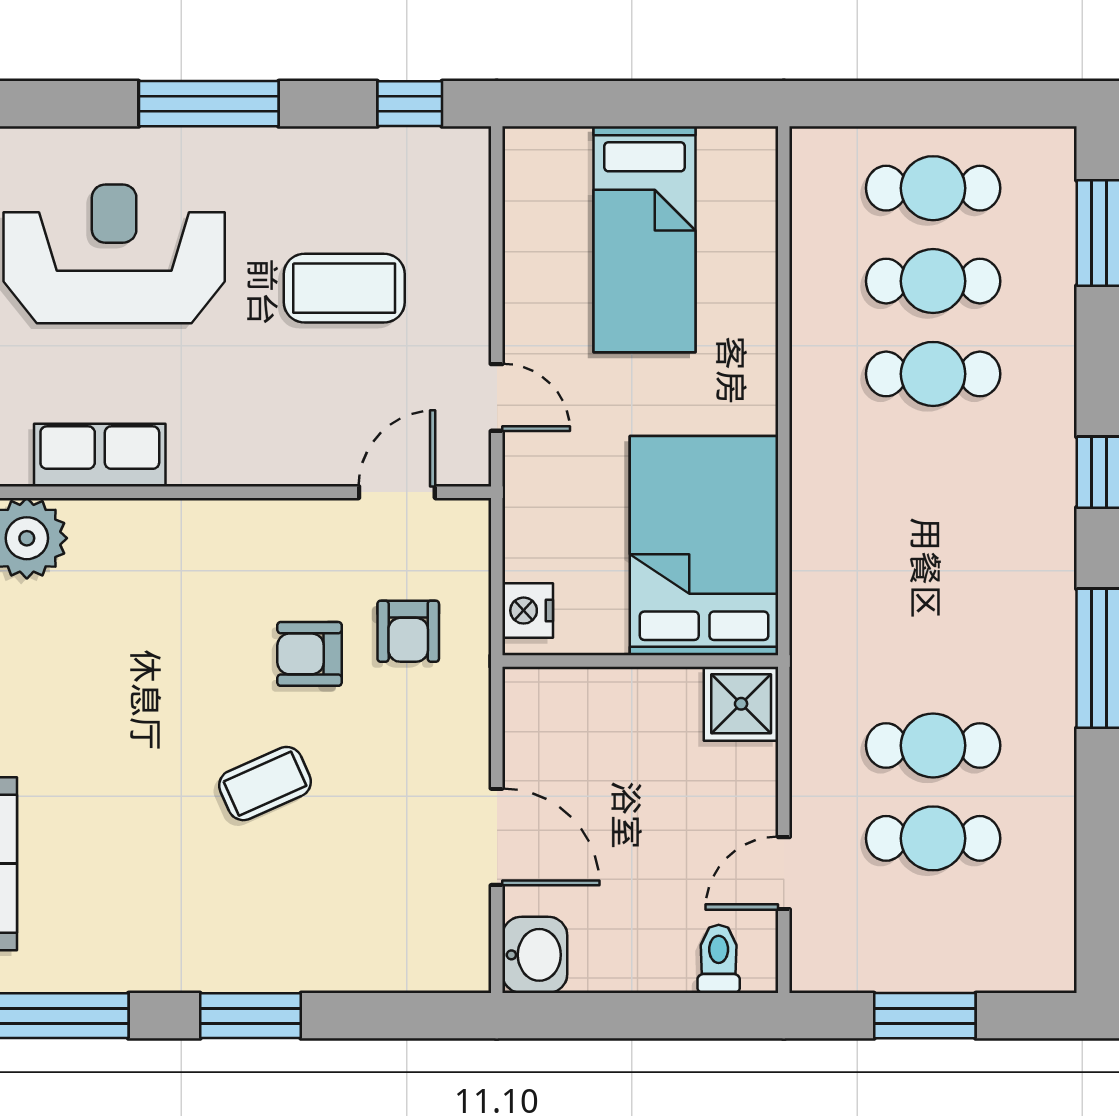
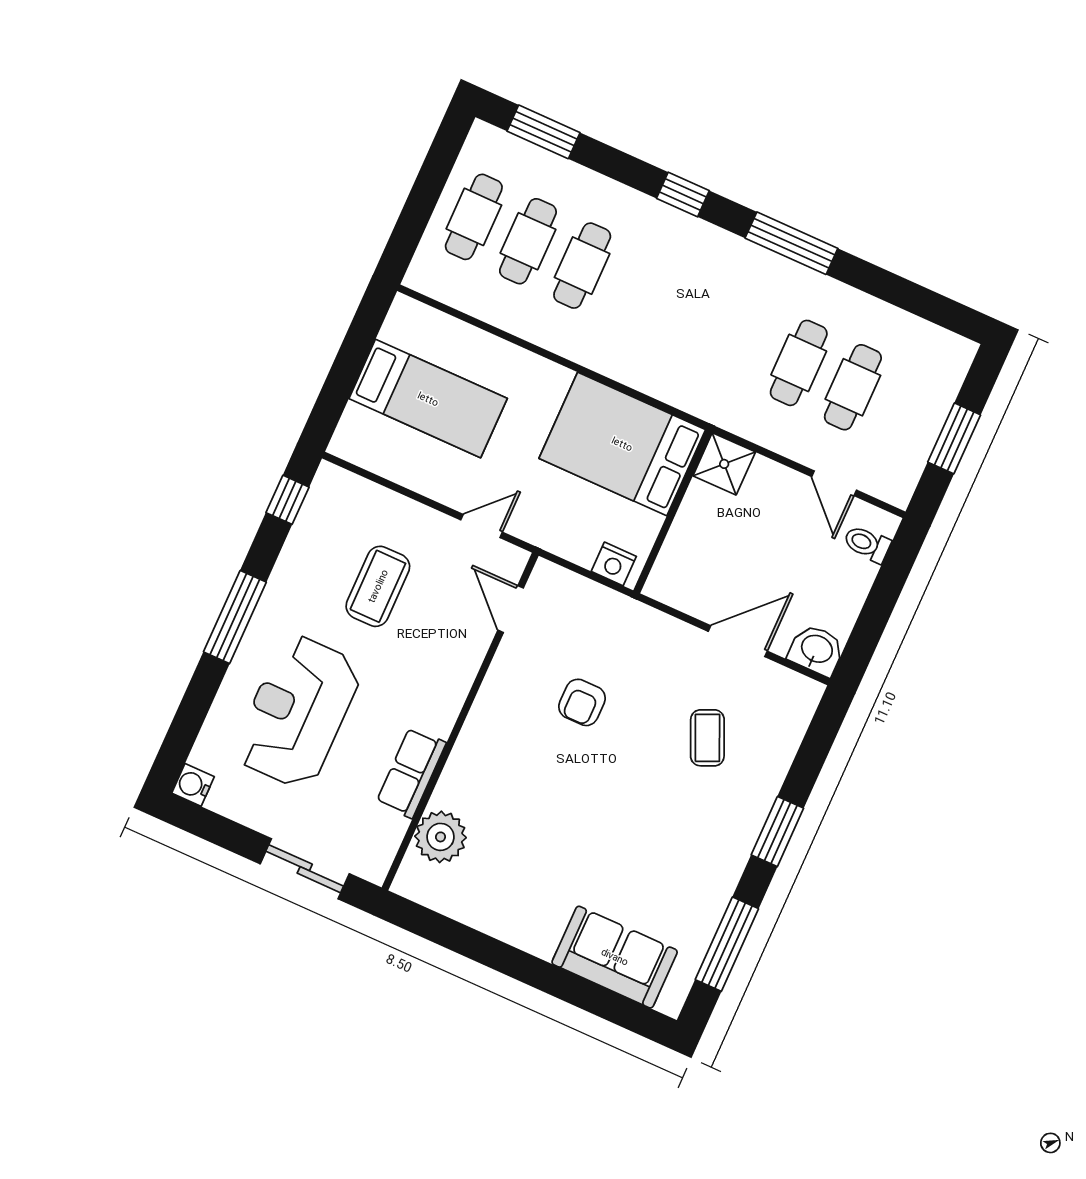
armchair: (408, 631) -> (595, 639), removed
coffee table: (265, 784) -> (707, 738), moved

